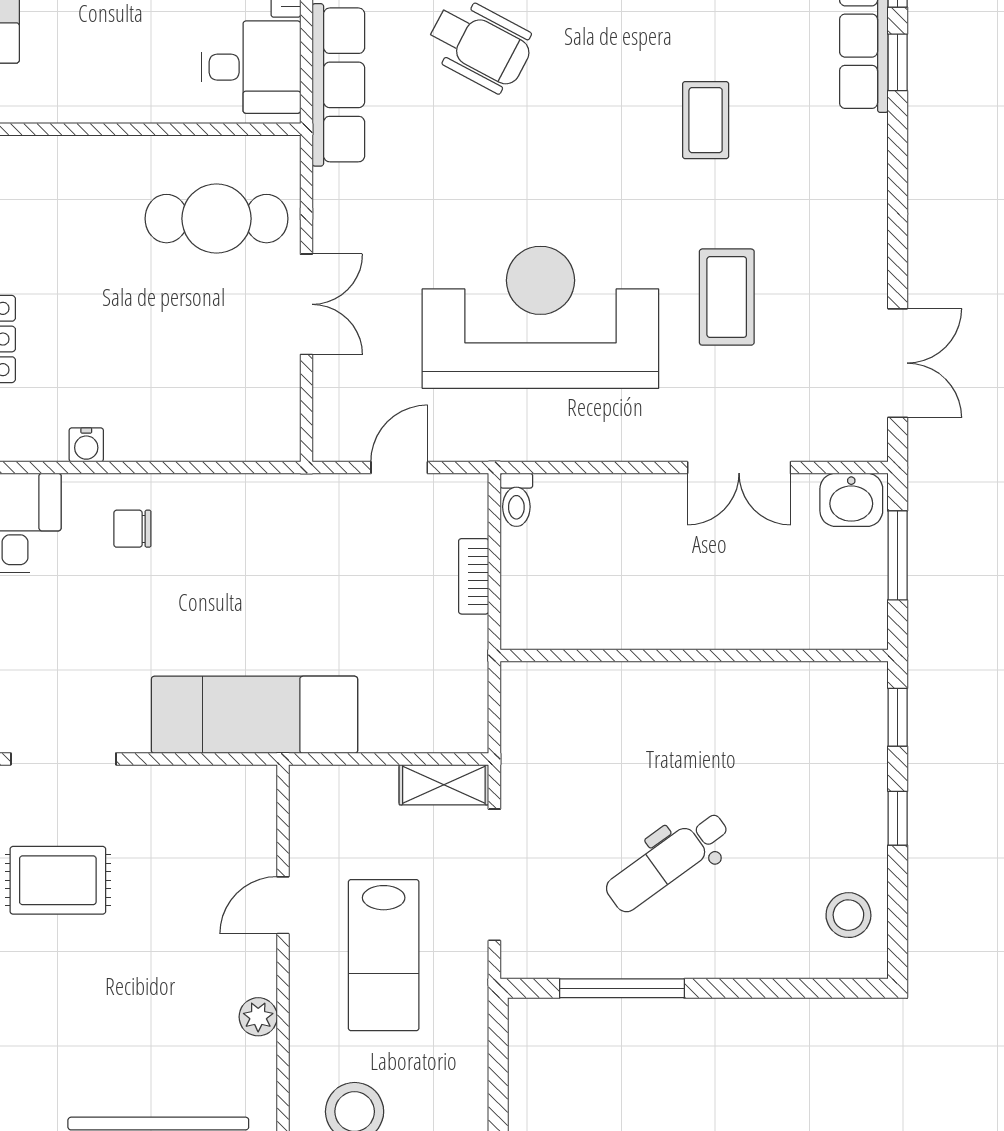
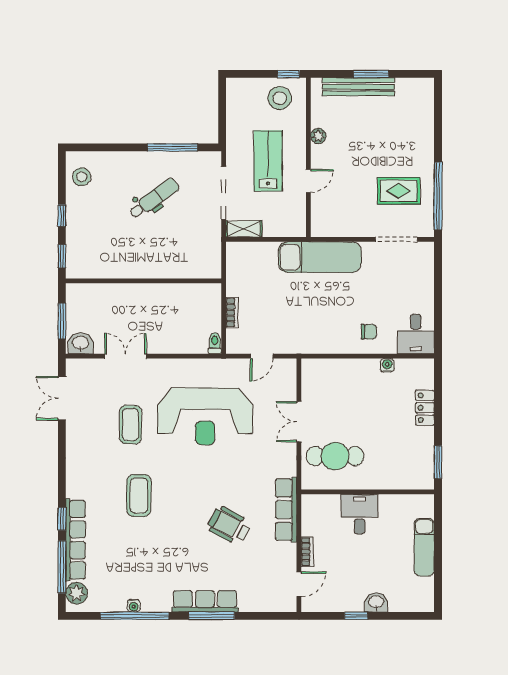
desk: (251, 67) -> (360, 514), moved, turned 90
coffee table: (706, 120) -> (139, 496), width x1.36, depth x1.30

